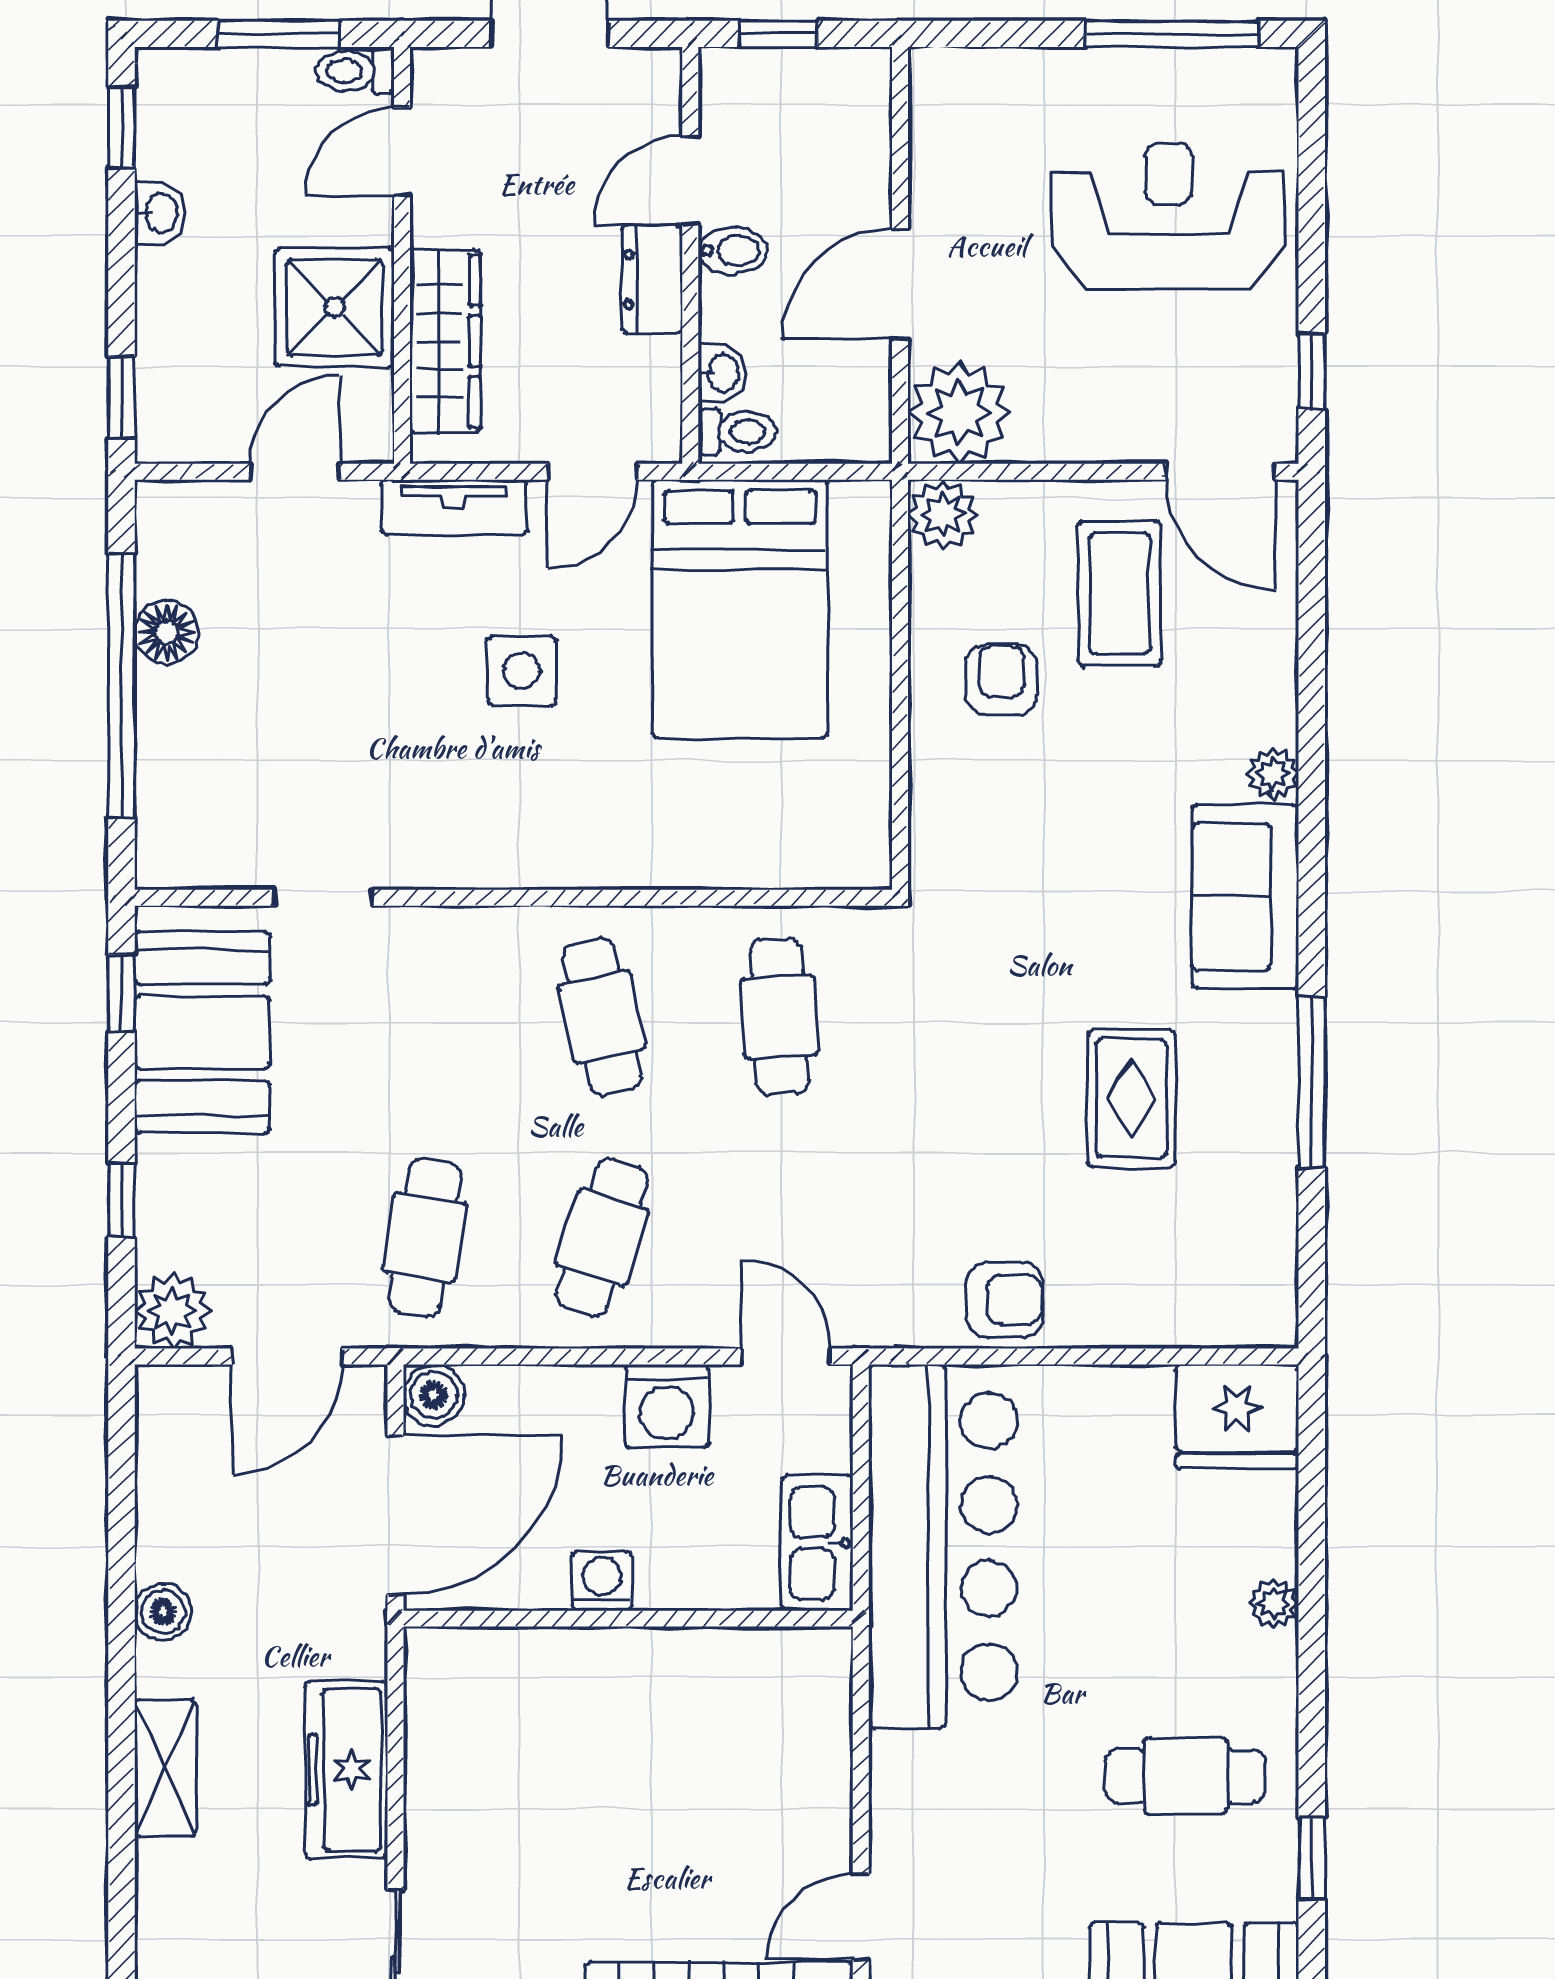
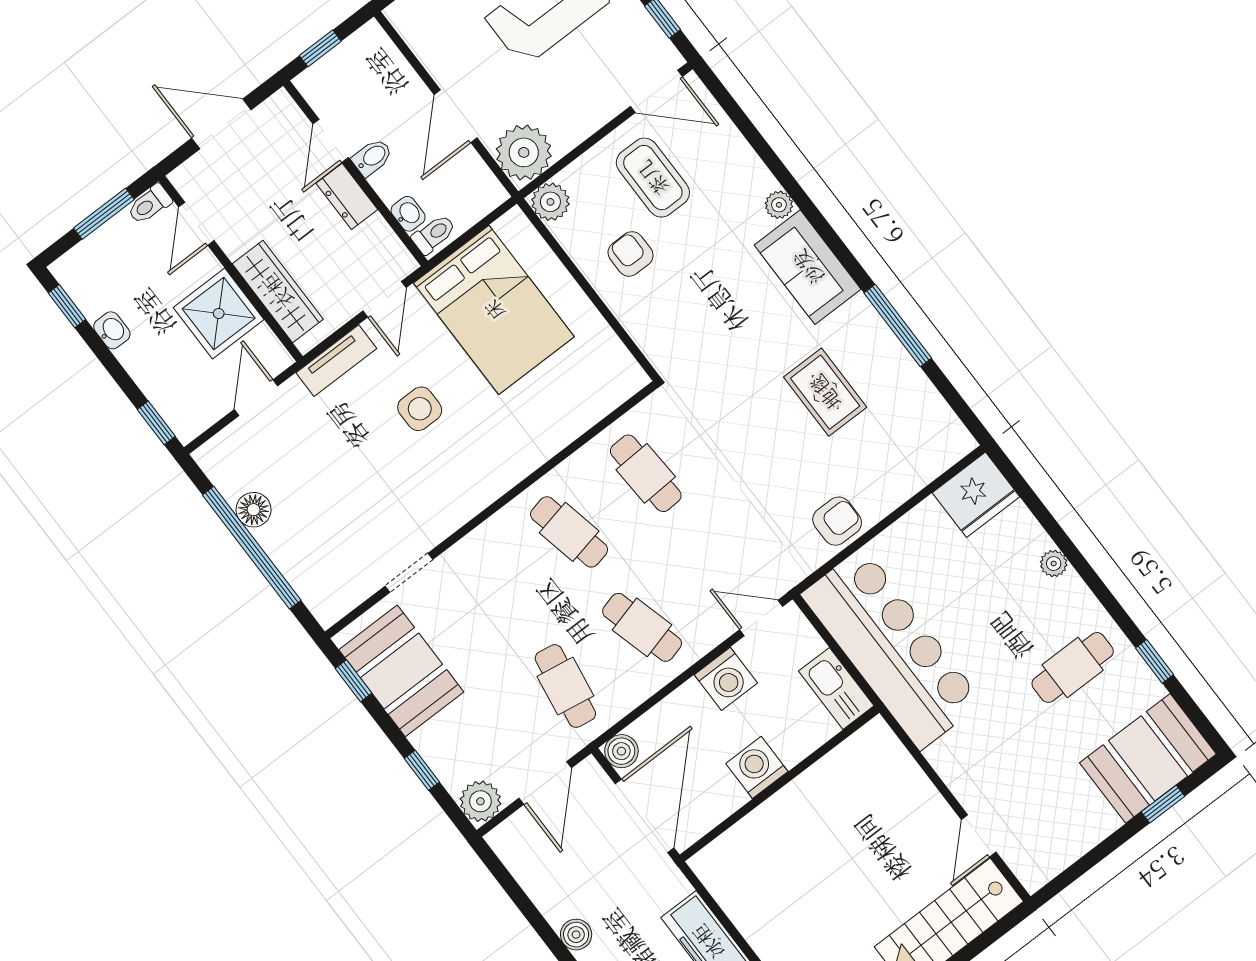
cafe table: (602, 1237) -> (642, 627), turned -33
washing machine: (602, 1581) -> (757, 767), width x1.38, depth x1.38

